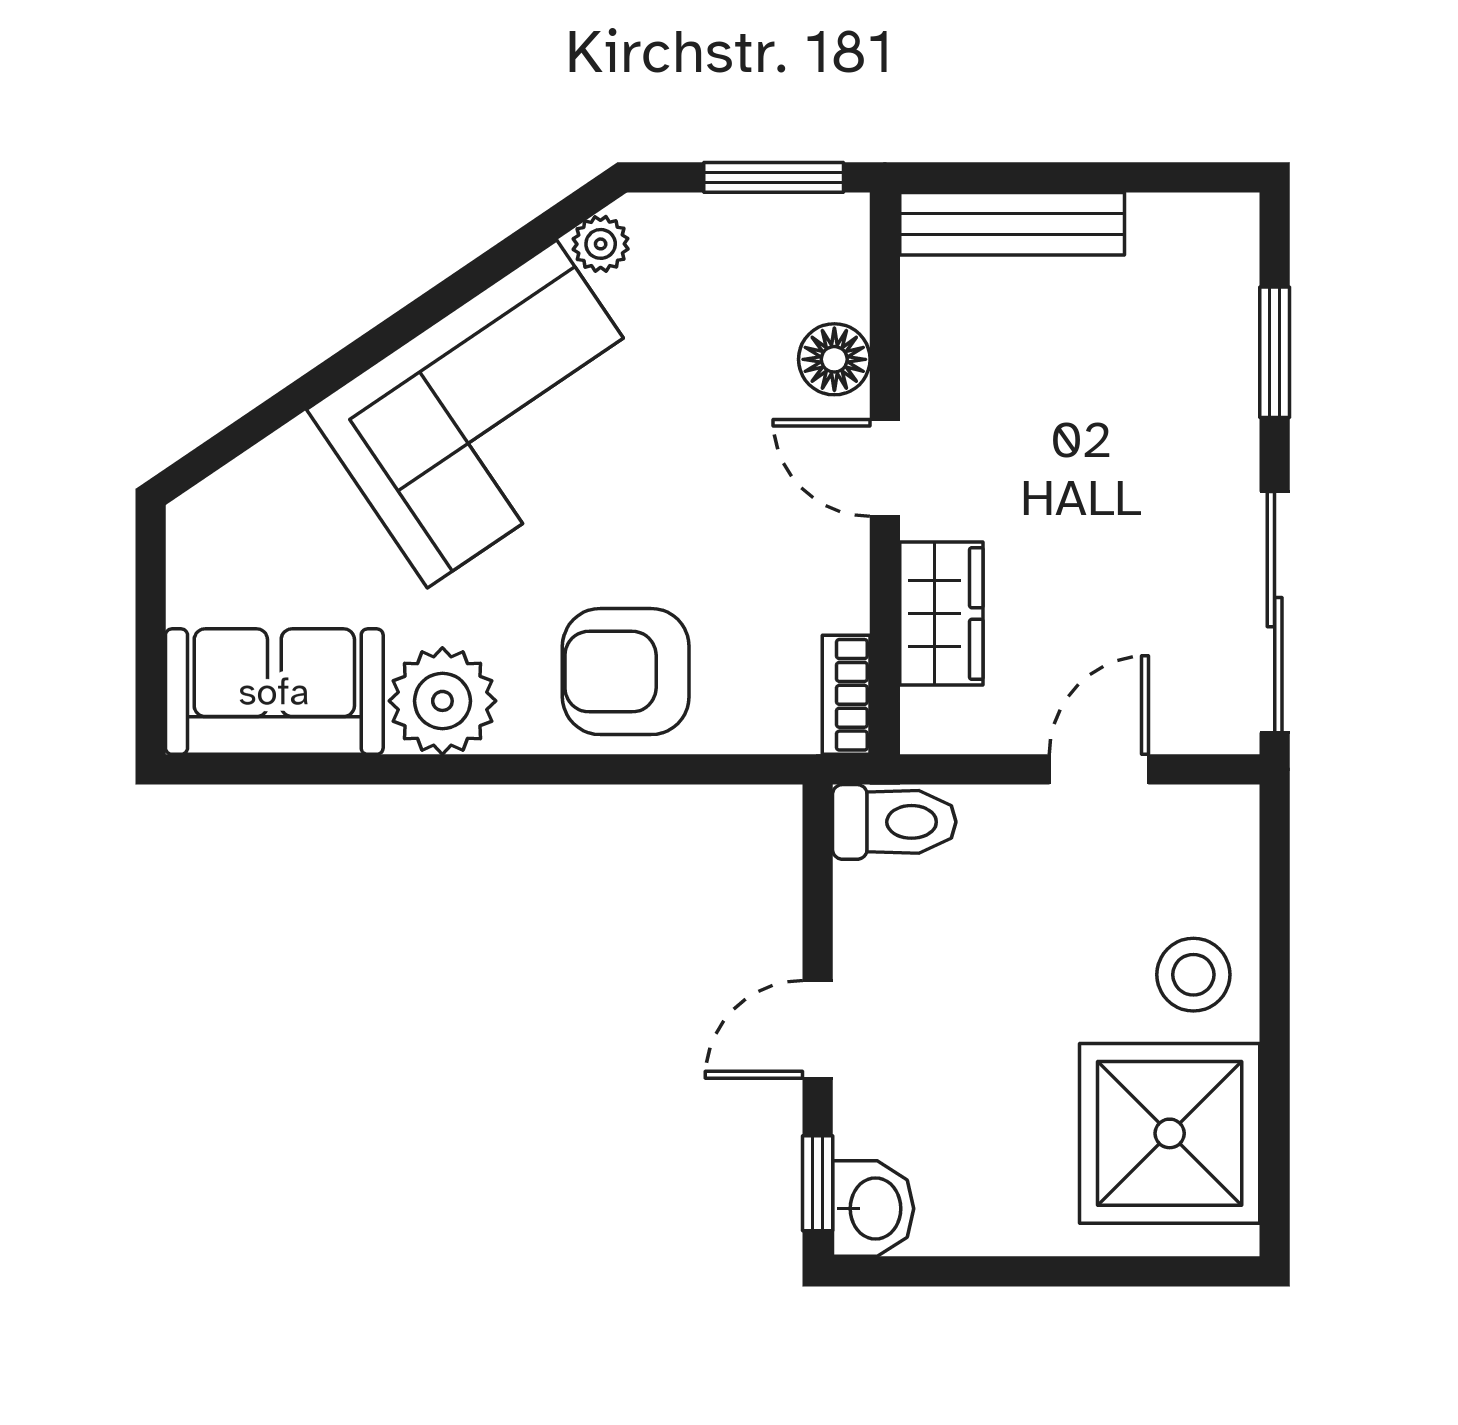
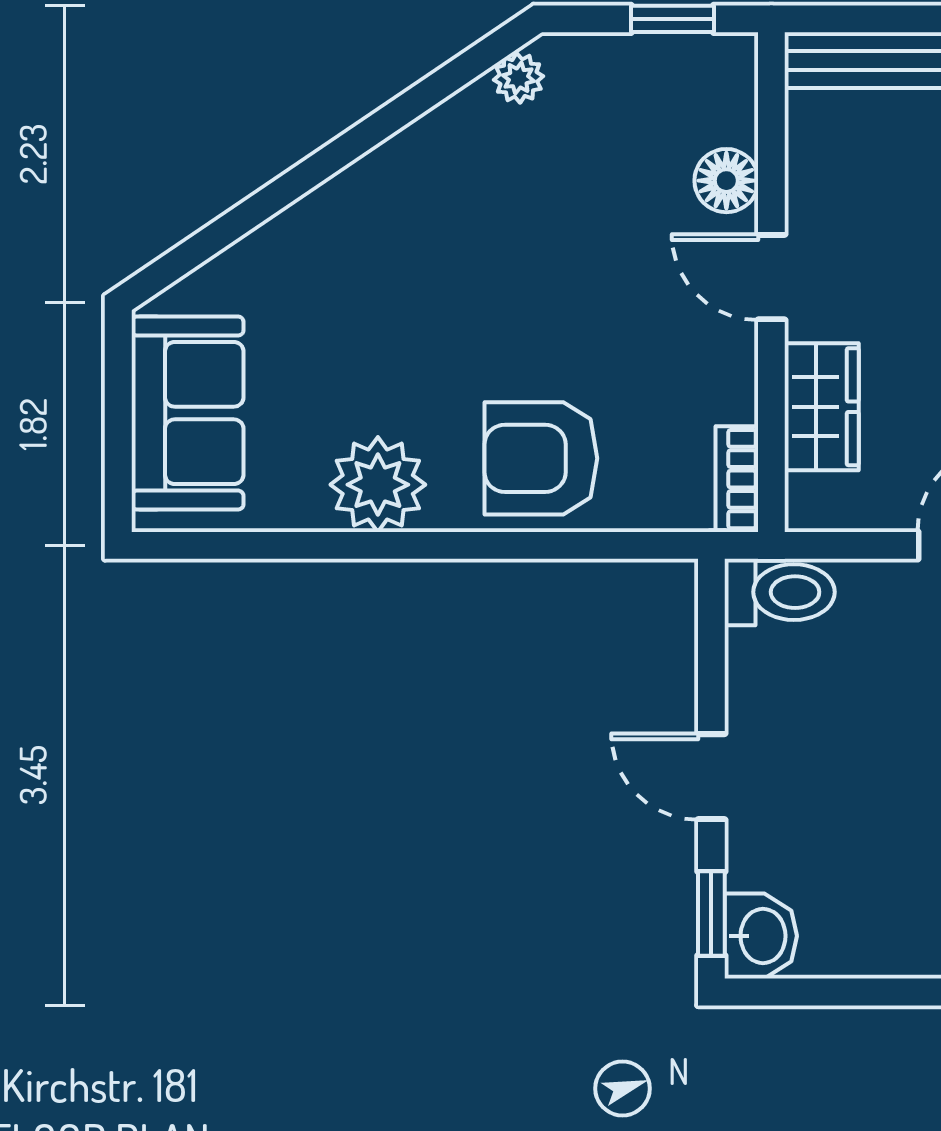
window: (774, 177) -> (672, 19), width x0.67
corner sofa: (492, 414) -> (422, 229), removed
sofa: (274, 692) -> (187, 413), moved, turned 90
door: (818, 1029) -> (711, 777), hinge flipped

